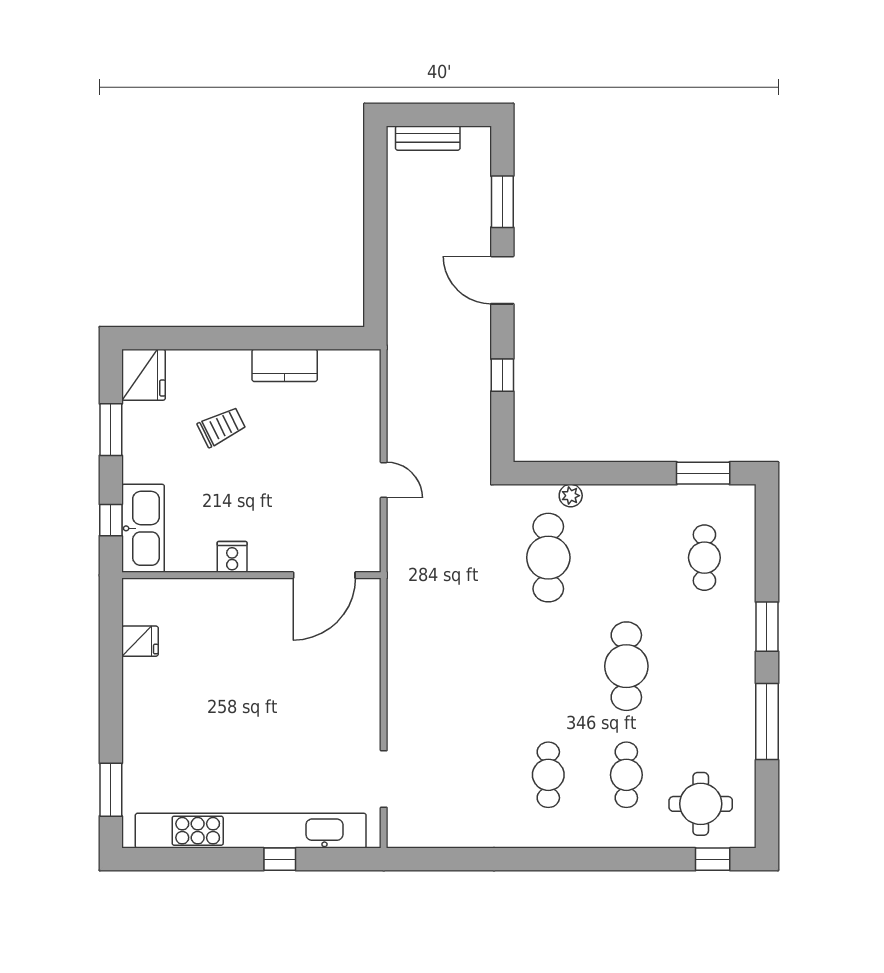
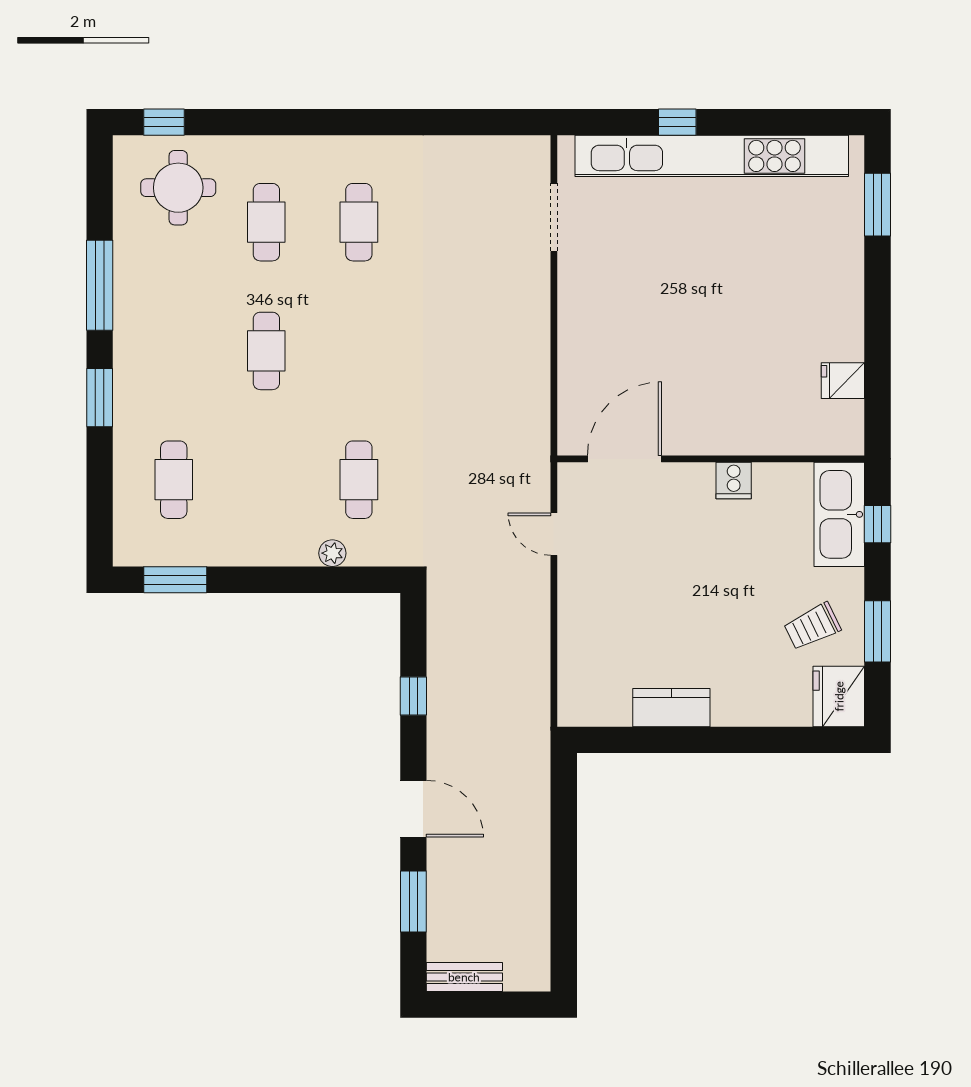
bench: (428, 138) -> (464, 977), moved
trolley: (221, 427) -> (812, 626), moved
door: (384, 480) -> (554, 534), moved
cafe table: (548, 558) -> (359, 480), width x0.73, depth x0.74
cafe table: (626, 666) -> (266, 351), width x0.73, depth x0.74

